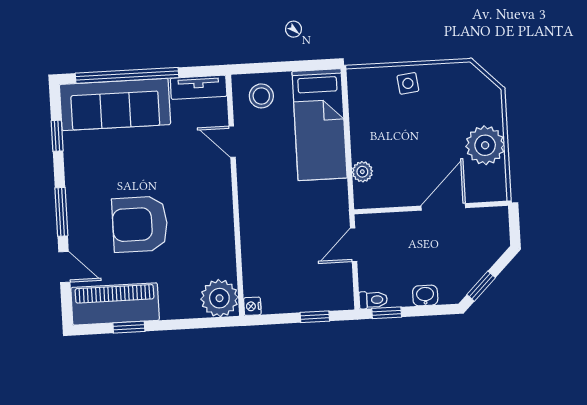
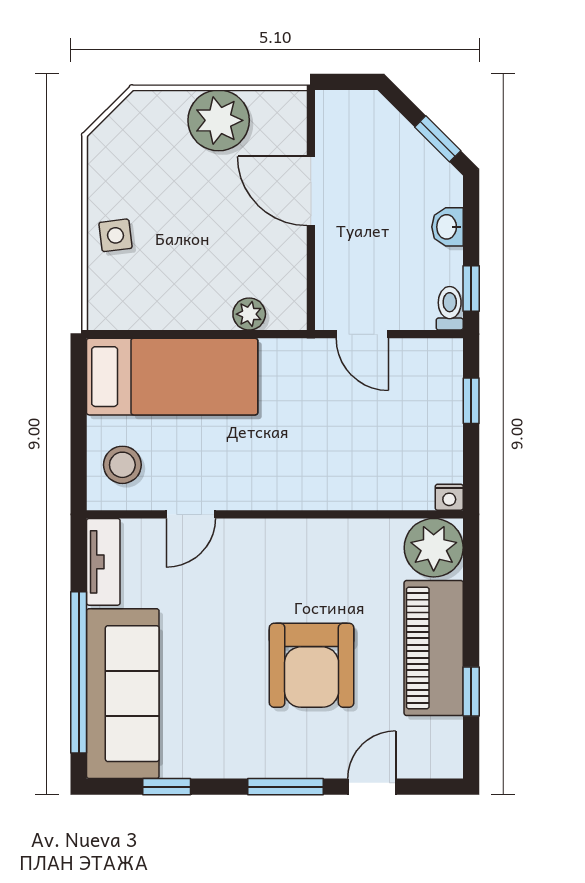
piano: (115, 304) -> (434, 648), moved

